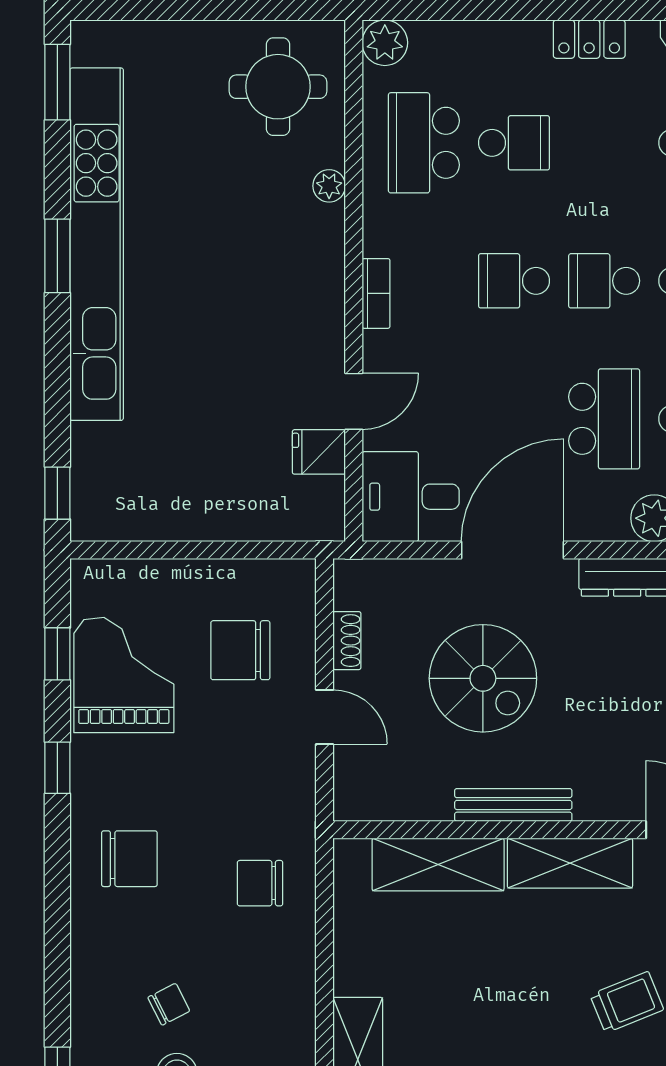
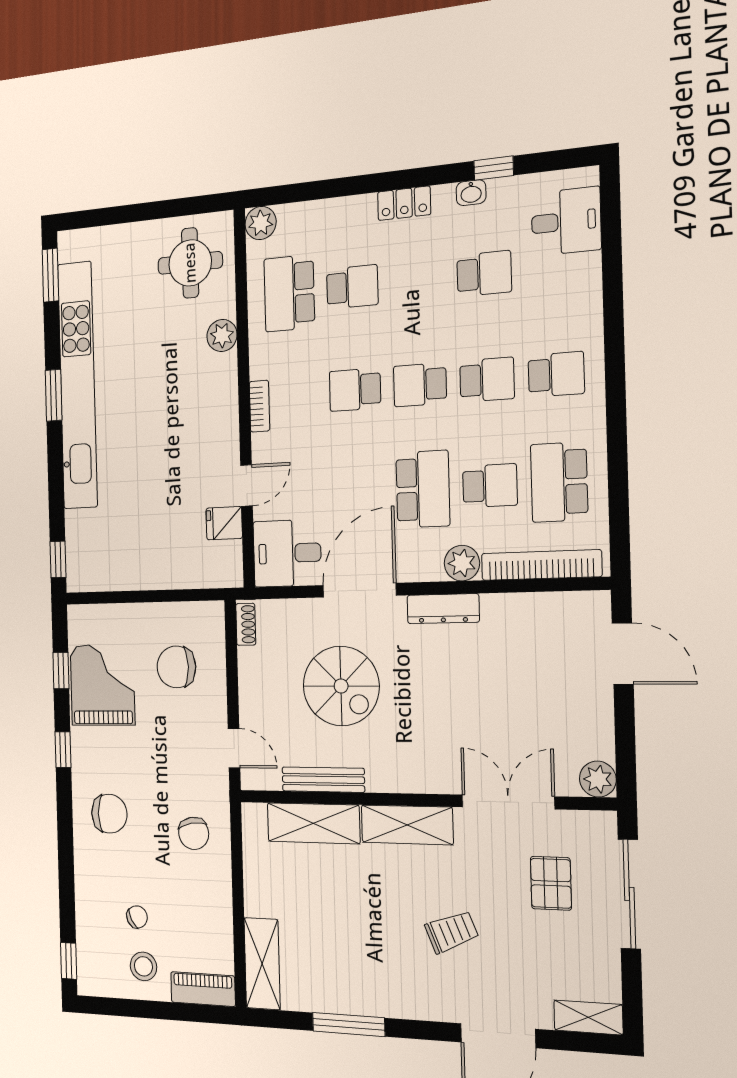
plant: (329, 186) -> (222, 336), width x1.38, depth x1.38
shoe rack: (347, 641) -> (246, 624), moved
door: (324, 717) -> (234, 748), moved
bench: (513, 805) -> (323, 780), moved
chair: (260, 883) -> (194, 833), turned -100

